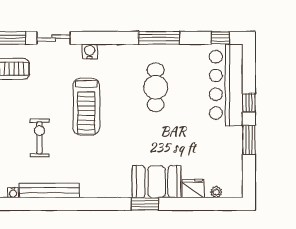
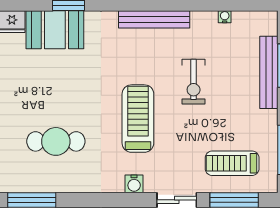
window: (159, 38) -> (32, 200), moved
cafe table: (156, 87) -> (56, 141), turned 90
bench: (49, 190) -> (154, 19), moved

